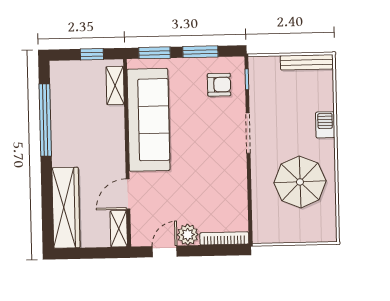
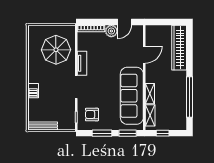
tv unit: (239, 176) -> (82, 63), added
parasol: (300, 182) -> (56, 50), moved
shelving: (119, 229) -> (150, 94), moved

